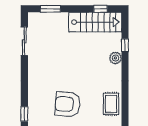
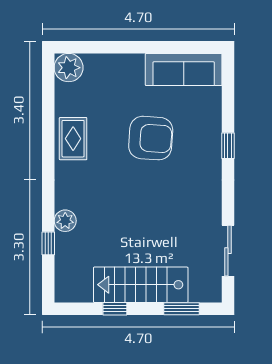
window: (101, 9) -> (115, 309), moved
stairs: (95, 22) -> (141, 285), moved
window: (24, 114) -> (228, 146), moved

